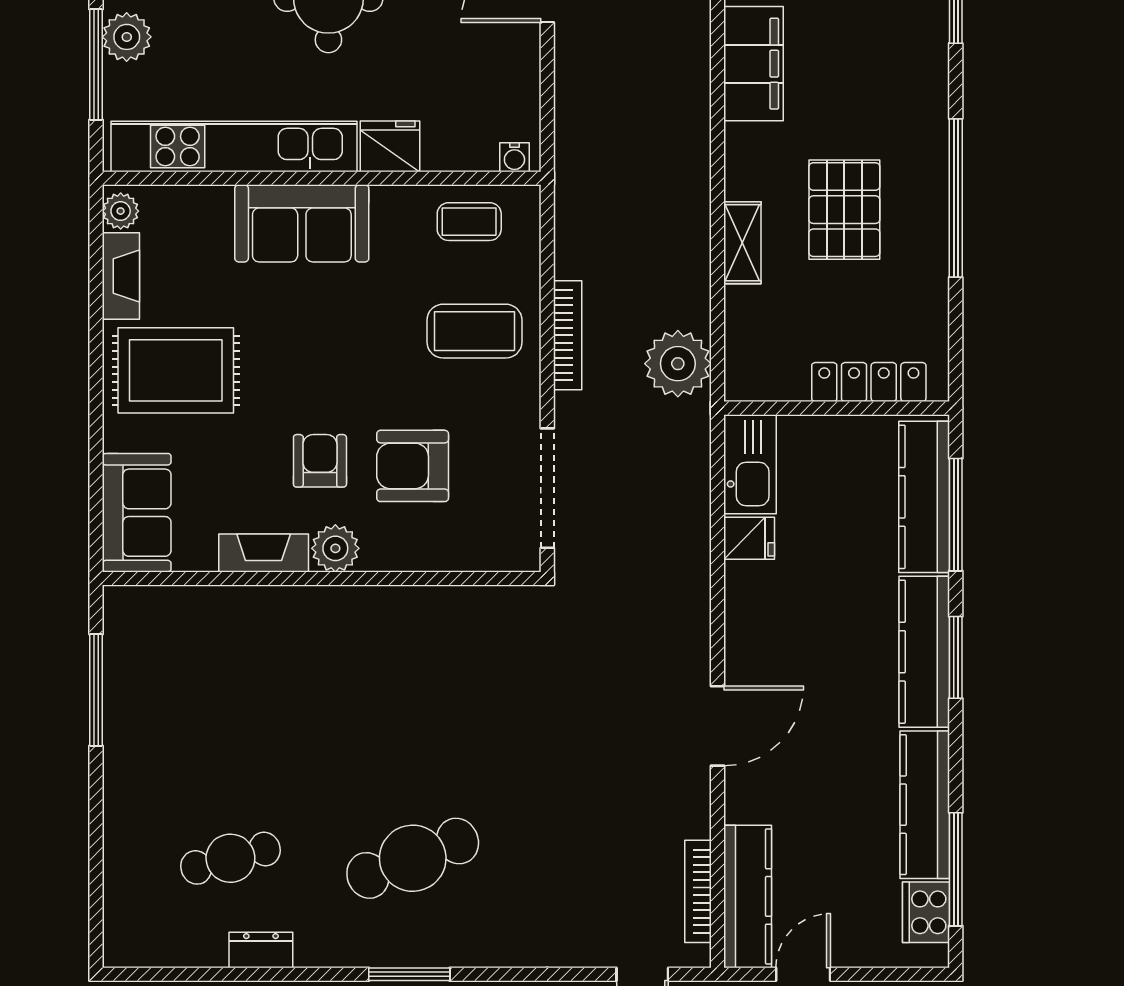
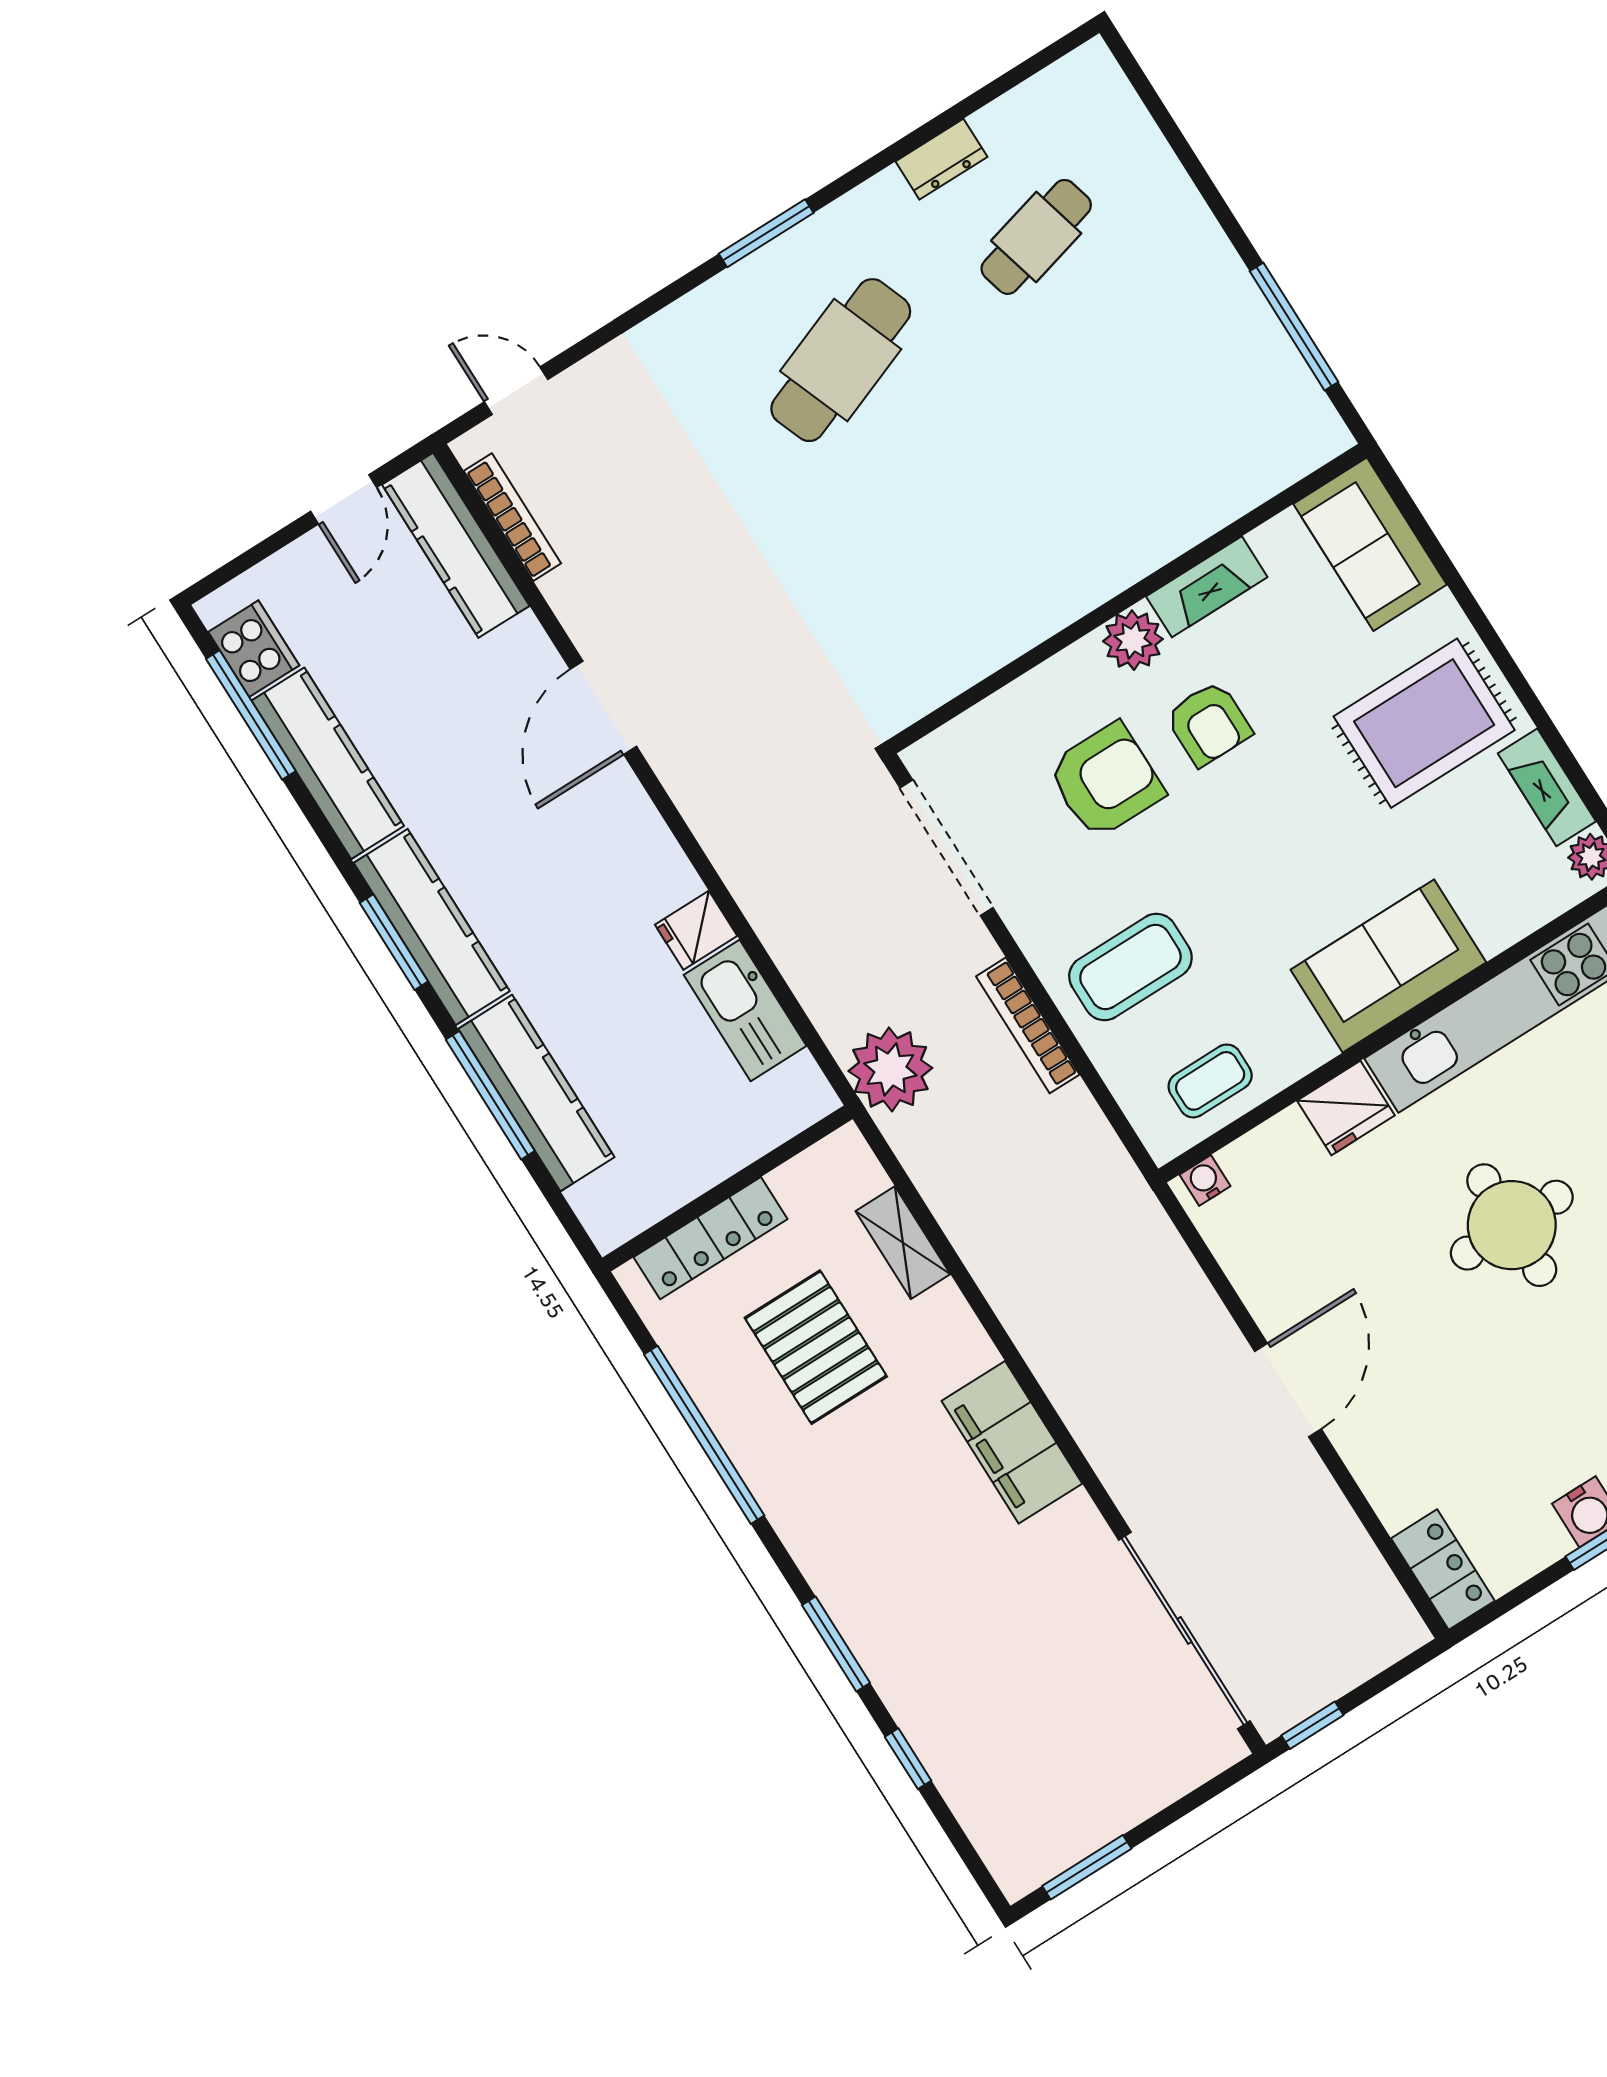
locker: (869, 382) -> (711, 1238), moved
wall: (837, 408) -> (727, 1188), moved

